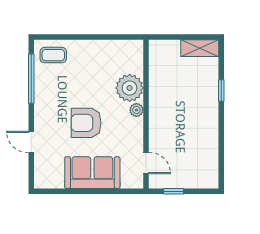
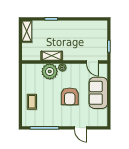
coffee table: (53, 55) -> (32, 102), moved
shelving: (157, 91) -> (52, 56), added
door: (31, 142) -> (81, 128), hinge flipped
door: (146, 163) -> (93, 62), swing flipped

